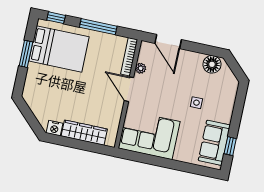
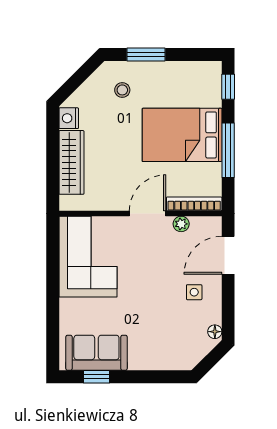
bed: (59, 49) -> (182, 135), moved, turned 90
window: (26, 54) -> (146, 54), moved
floor lamp: (212, 64) -> (215, 332), width x0.53, depth x0.53
stool: (43, 88) -> (122, 90), added
side table: (196, 103) -> (194, 292), moved

